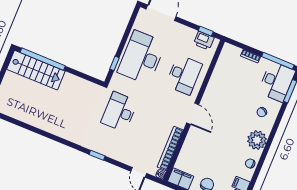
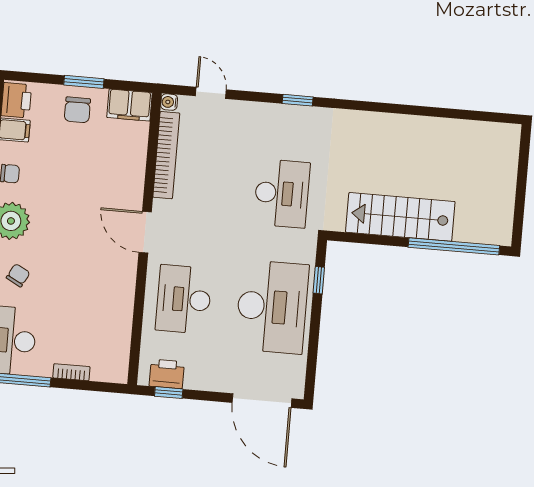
stairs: (36, 70) -> (400, 217), moved

